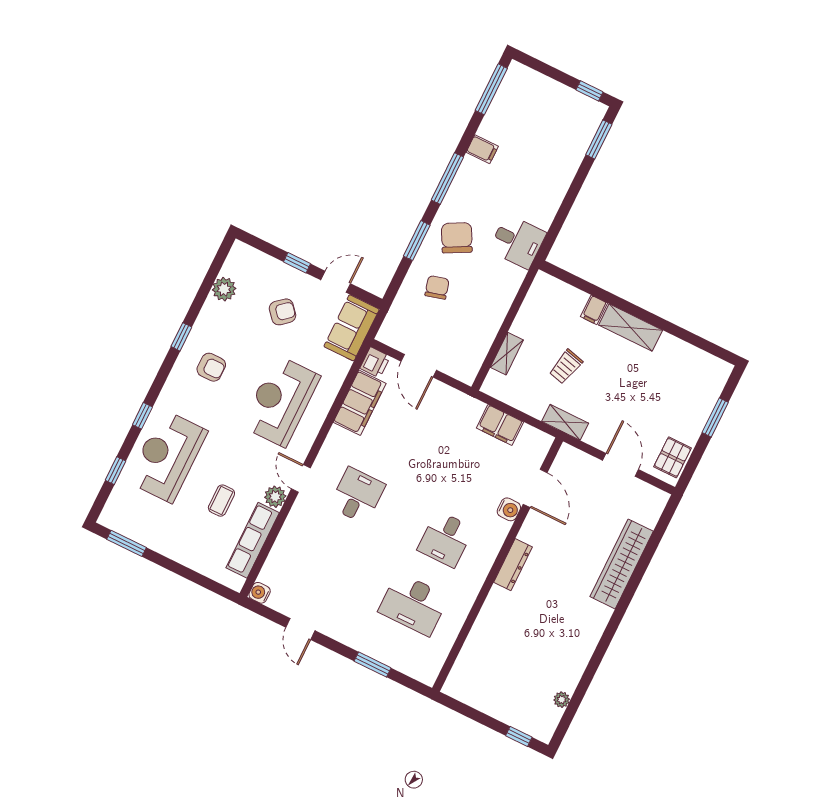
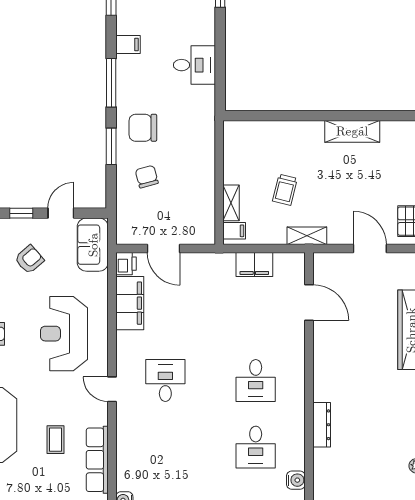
chair: (457, 238) -> (143, 128), turned -62
desk: (518, 242) -> (194, 65), moved
filing cabinet: (594, 310) -> (234, 231), moved, turned -90
shelving: (631, 328) -> (352, 131), moved
plant: (275, 497) -> (98, 415), removed
water cooler: (509, 509) -> (296, 480), moved
dresser: (513, 565) -> (322, 425), moved
desk: (413, 604) -> (256, 447), width x0.73

